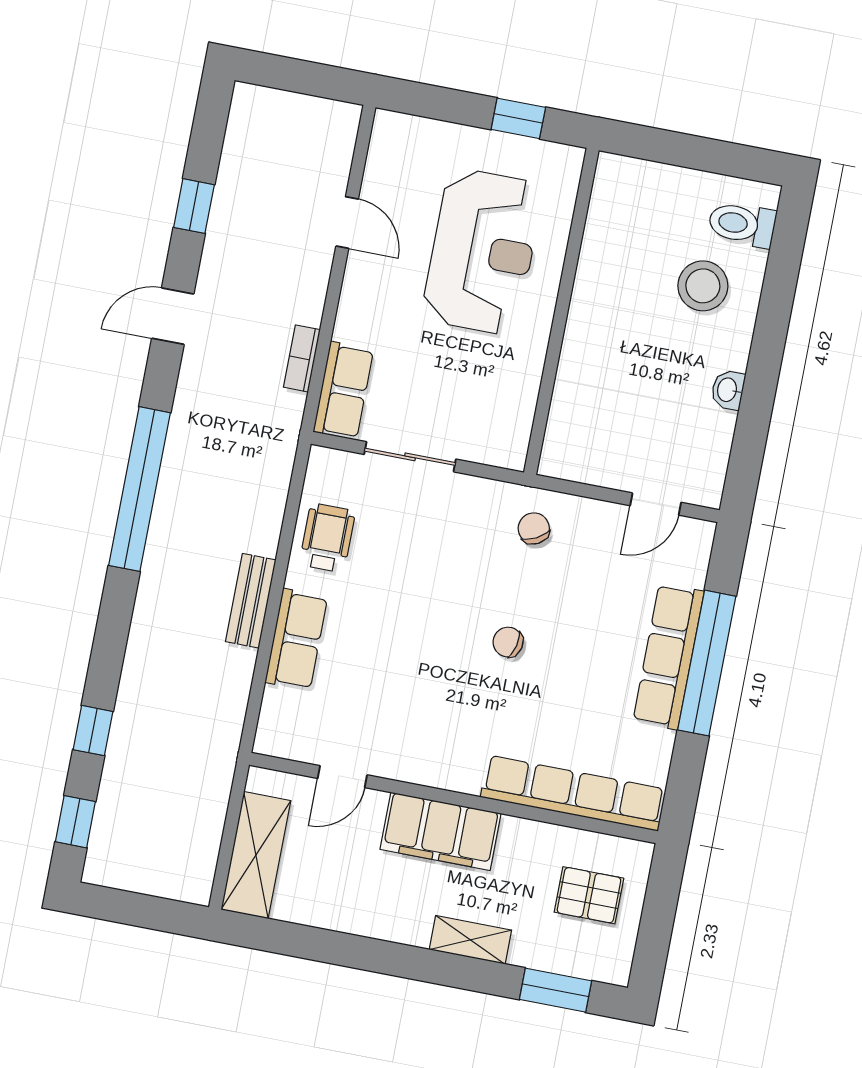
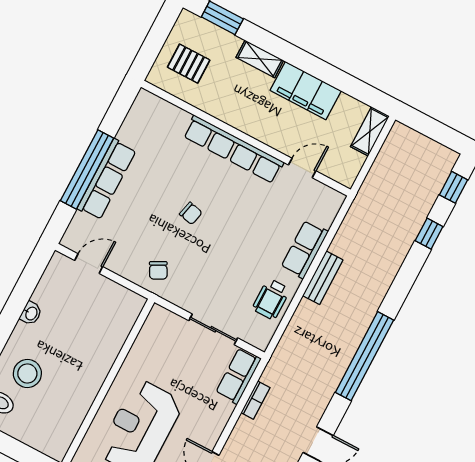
row of seats: (573, 793) -> (233, 149), moved
filing cabinet: (441, 831) -> (306, 91), moved, turned 180
shelving: (256, 855) -> (370, 131), width x0.67, depth x0.75

